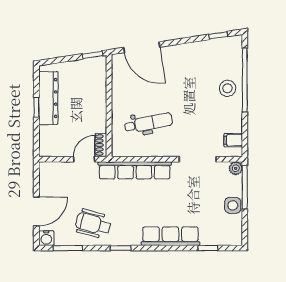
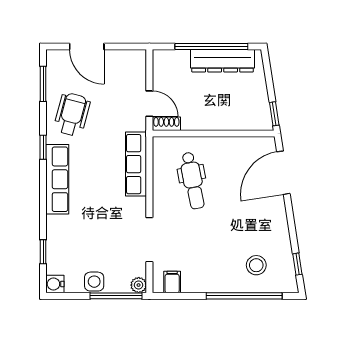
stool: (227, 88) -> (256, 265), moved
window: (36, 107) -> (211, 46), width x3.17
row of seats: (135, 170) -> (136, 164), width x0.73
row of seats: (170, 236) -> (57, 179), moved
water cooler: (46, 238) -> (55, 284), moved

